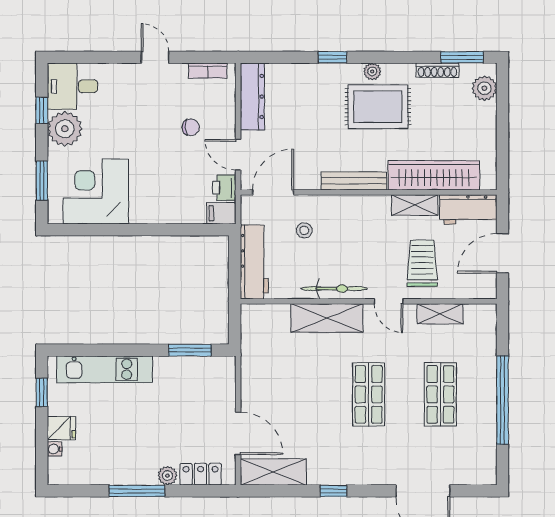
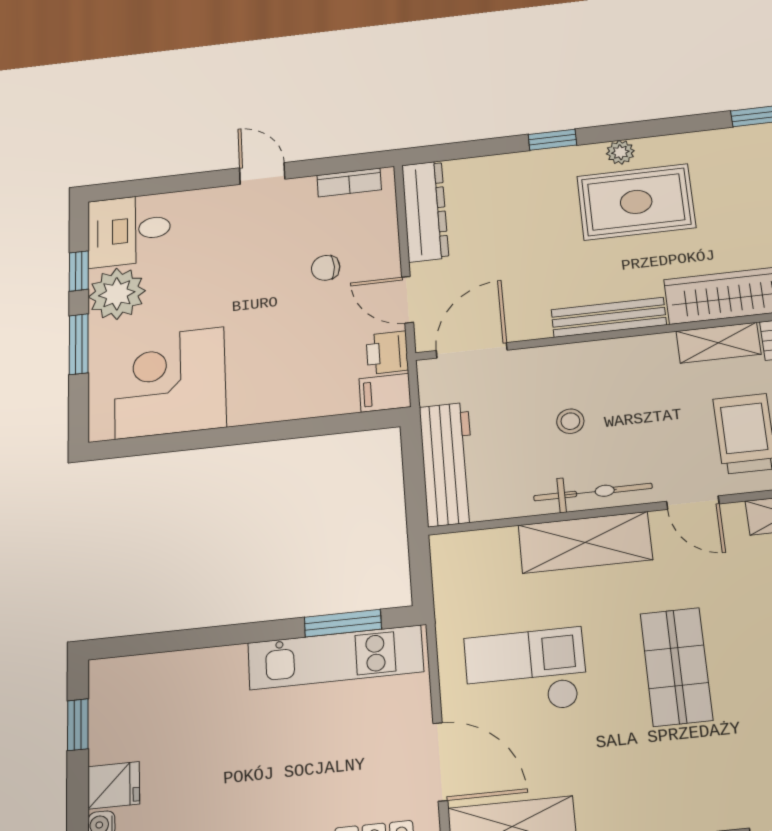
shoe rack: (437, 70) -> (729, 138), removed
chair: (191, 127) -> (326, 268), turned 180
window: (42, 181) -> (79, 344), moved
stool: (304, 230) -> (570, 421), moved
kitchen unit: (105, 369) -> (335, 657), moved
checkout: (288, 389) -> (526, 672), added

